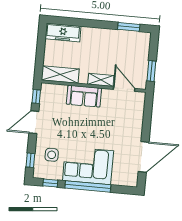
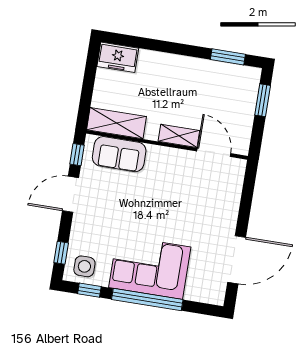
freezer: (63, 33) -> (118, 57), width x0.71
window: (151, 71) -> (263, 100), moved
sofa: (84, 96) -> (119, 154), moved
side table: (52, 155) -> (84, 266), moved

